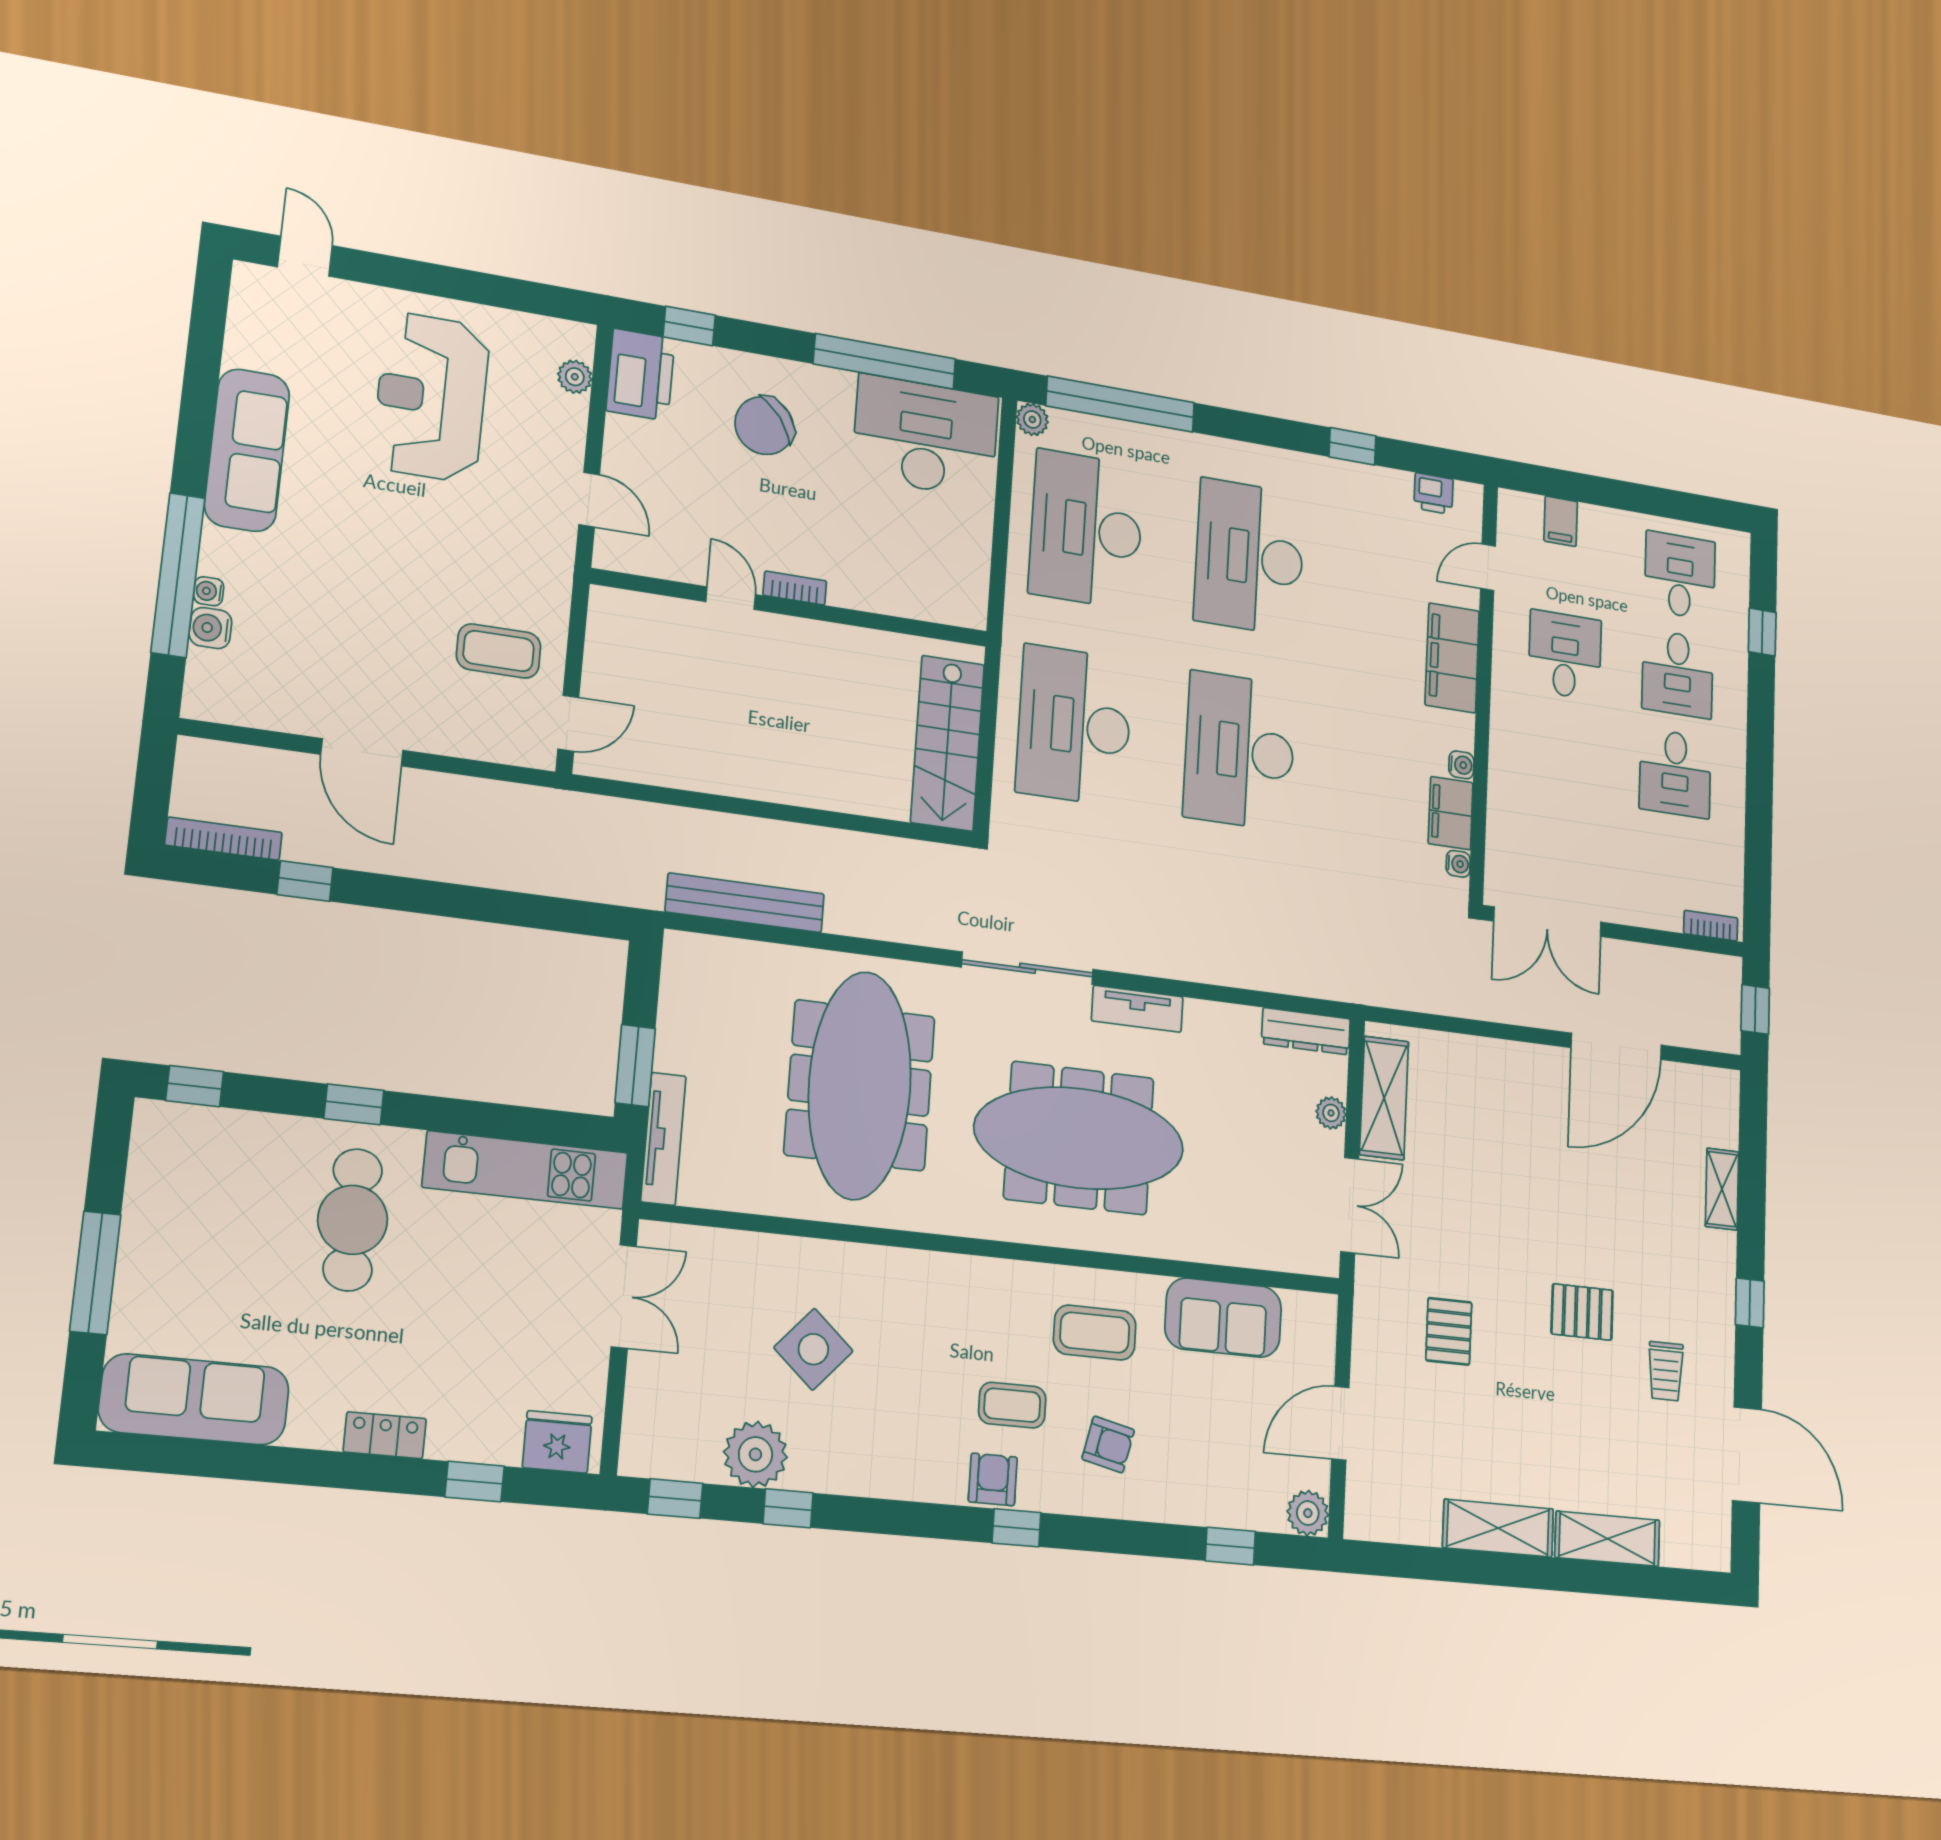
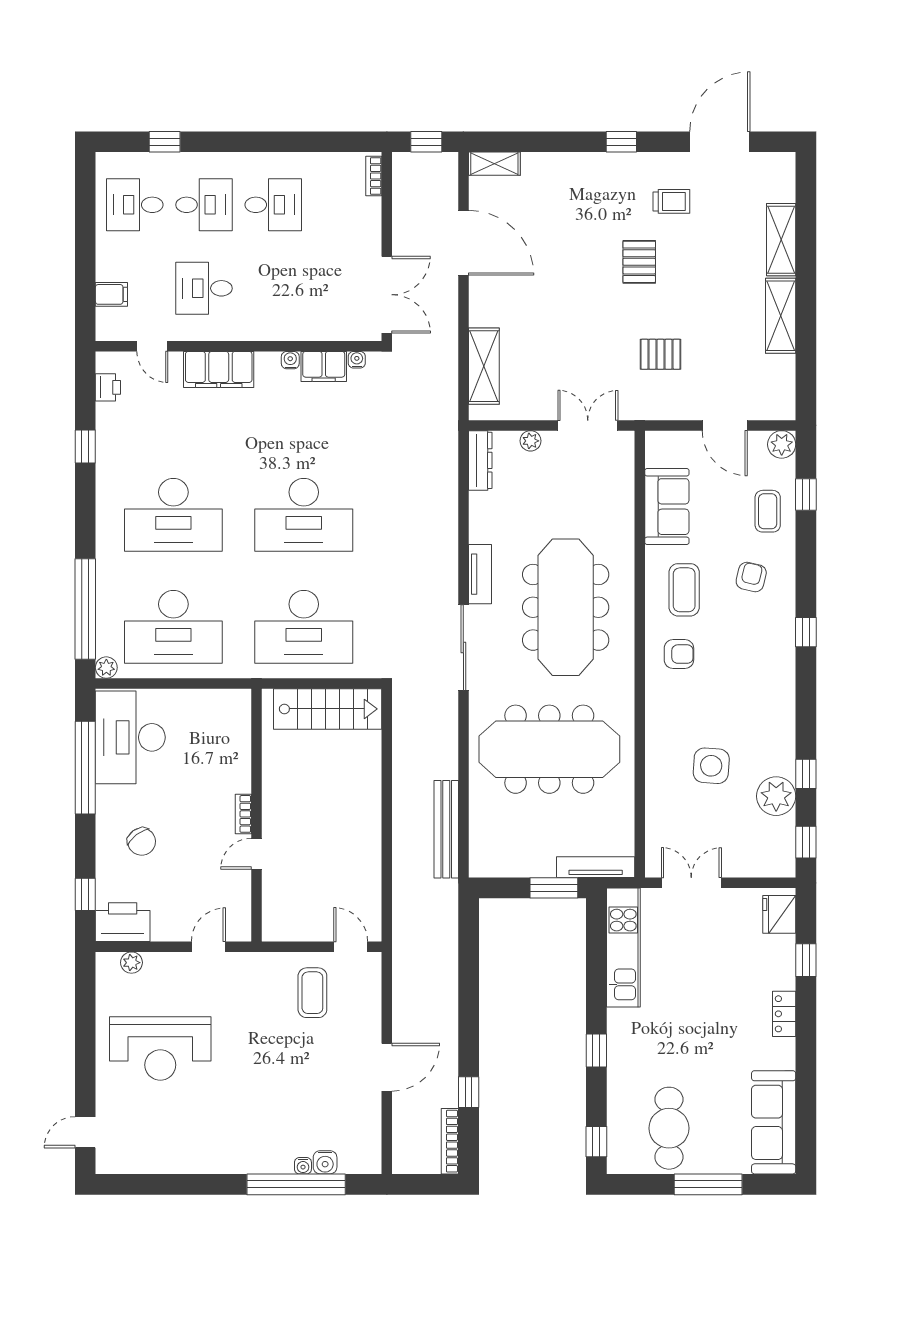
chair: (764, 426) -> (142, 842), width x0.73, depth x0.73
sofa: (247, 450) -> (213, 1153), removed
shelving: (1384, 1098) -> (484, 366), moved, turned 90
shelving: (1722, 1189) -> (494, 164), moved
cafe table: (353, 1220) -> (669, 1128), moved, turned 90
side table: (813, 1349) -> (711, 766), turned -38
coffee table: (1012, 1405) -> (768, 511), moved
armchair: (993, 1479) -> (679, 654), moved, turned 180

